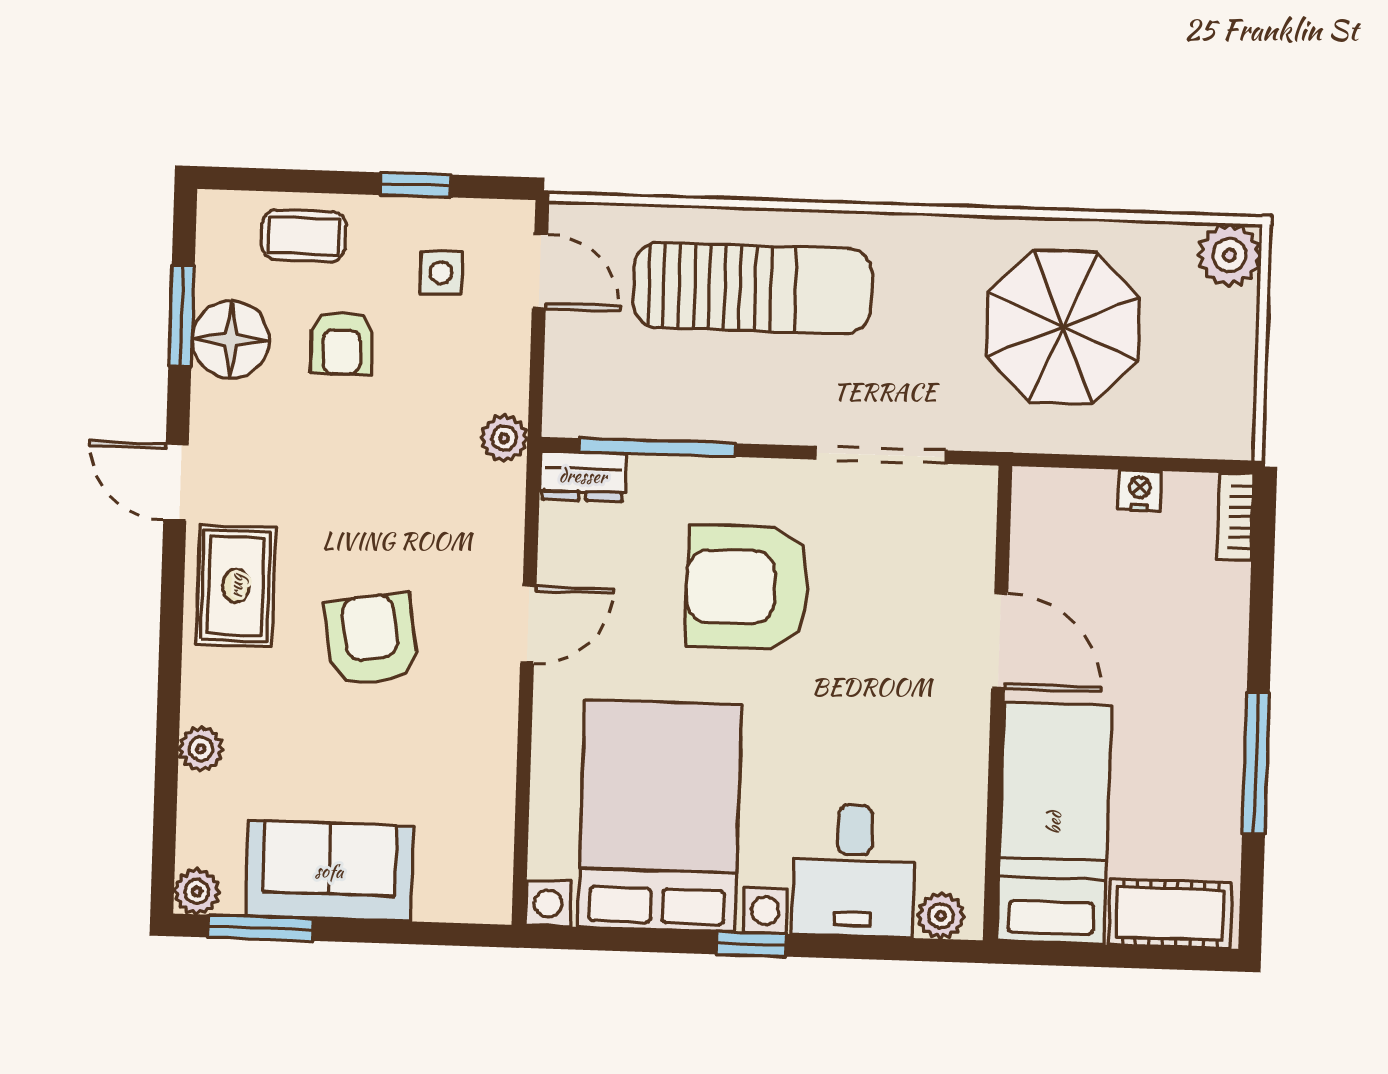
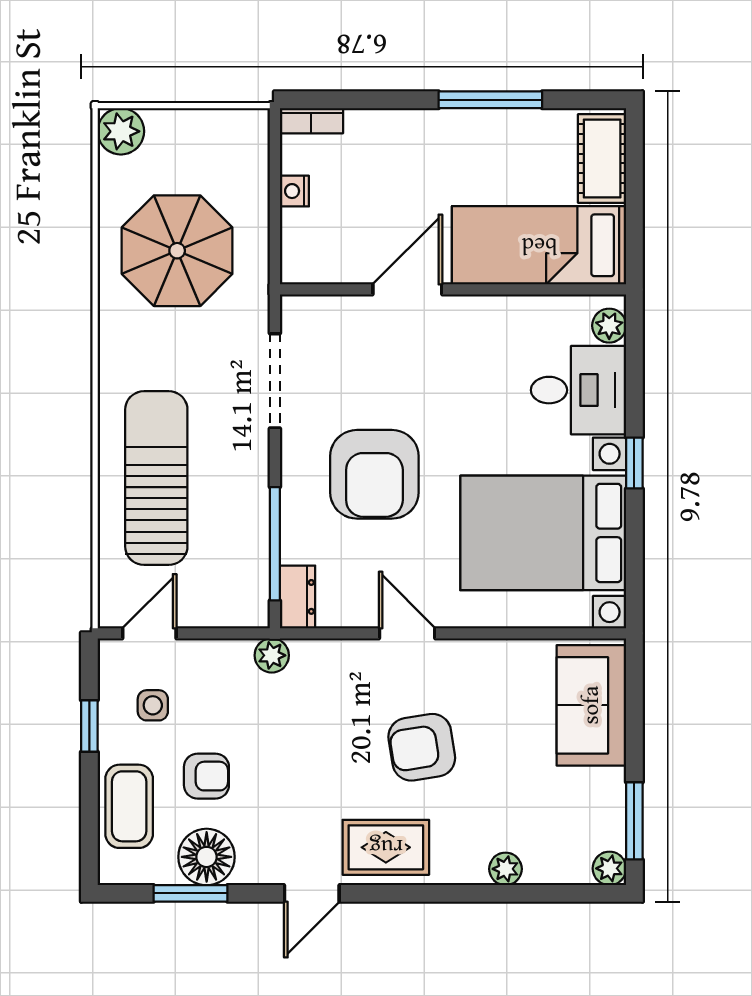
coffee table: (304, 236) -> (129, 806), width x1.36, depth x1.30
sofa: (329, 871) -> (591, 705), moved

